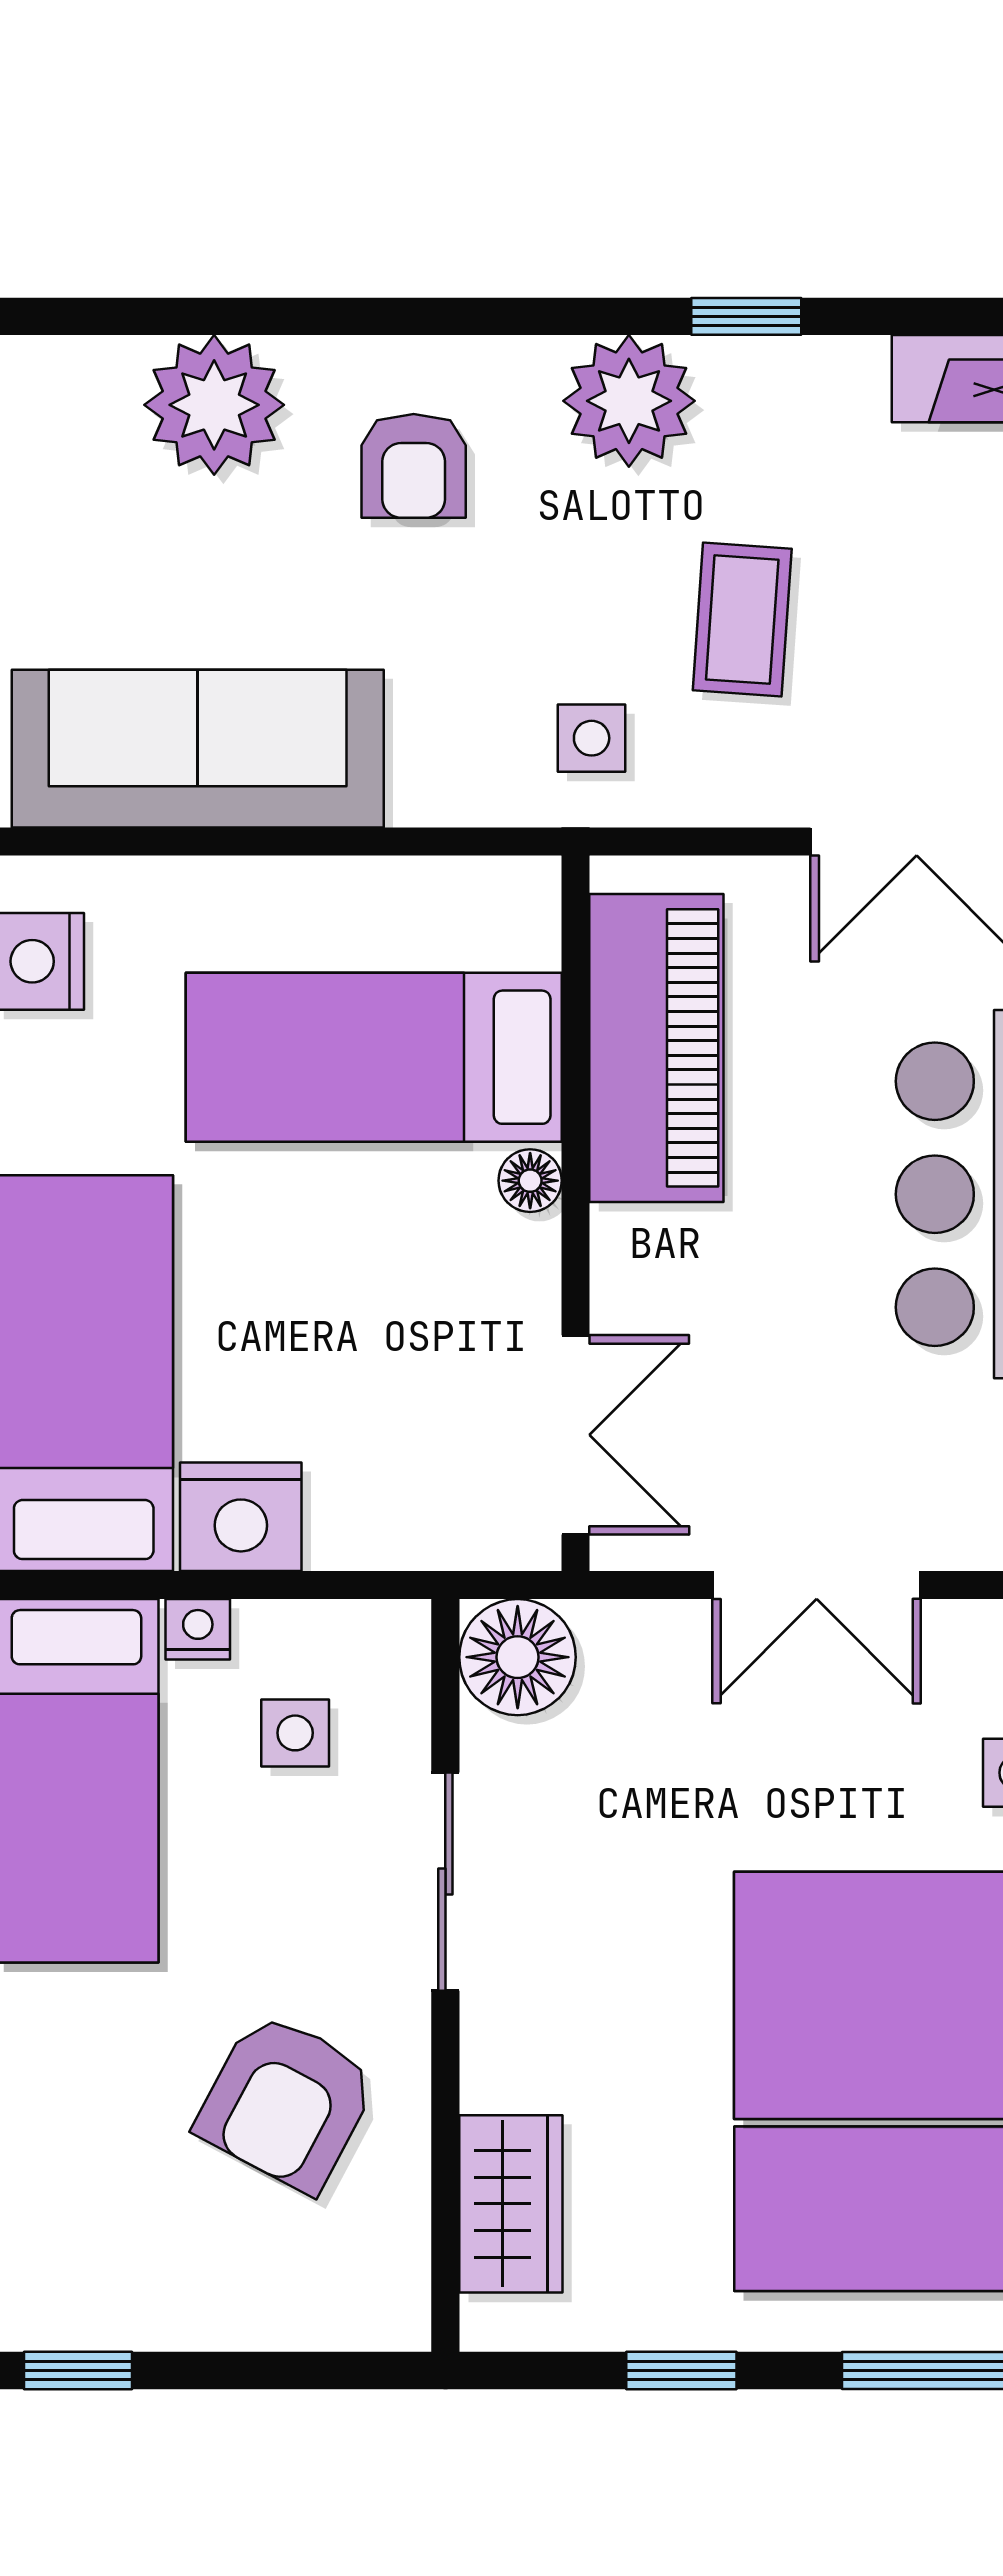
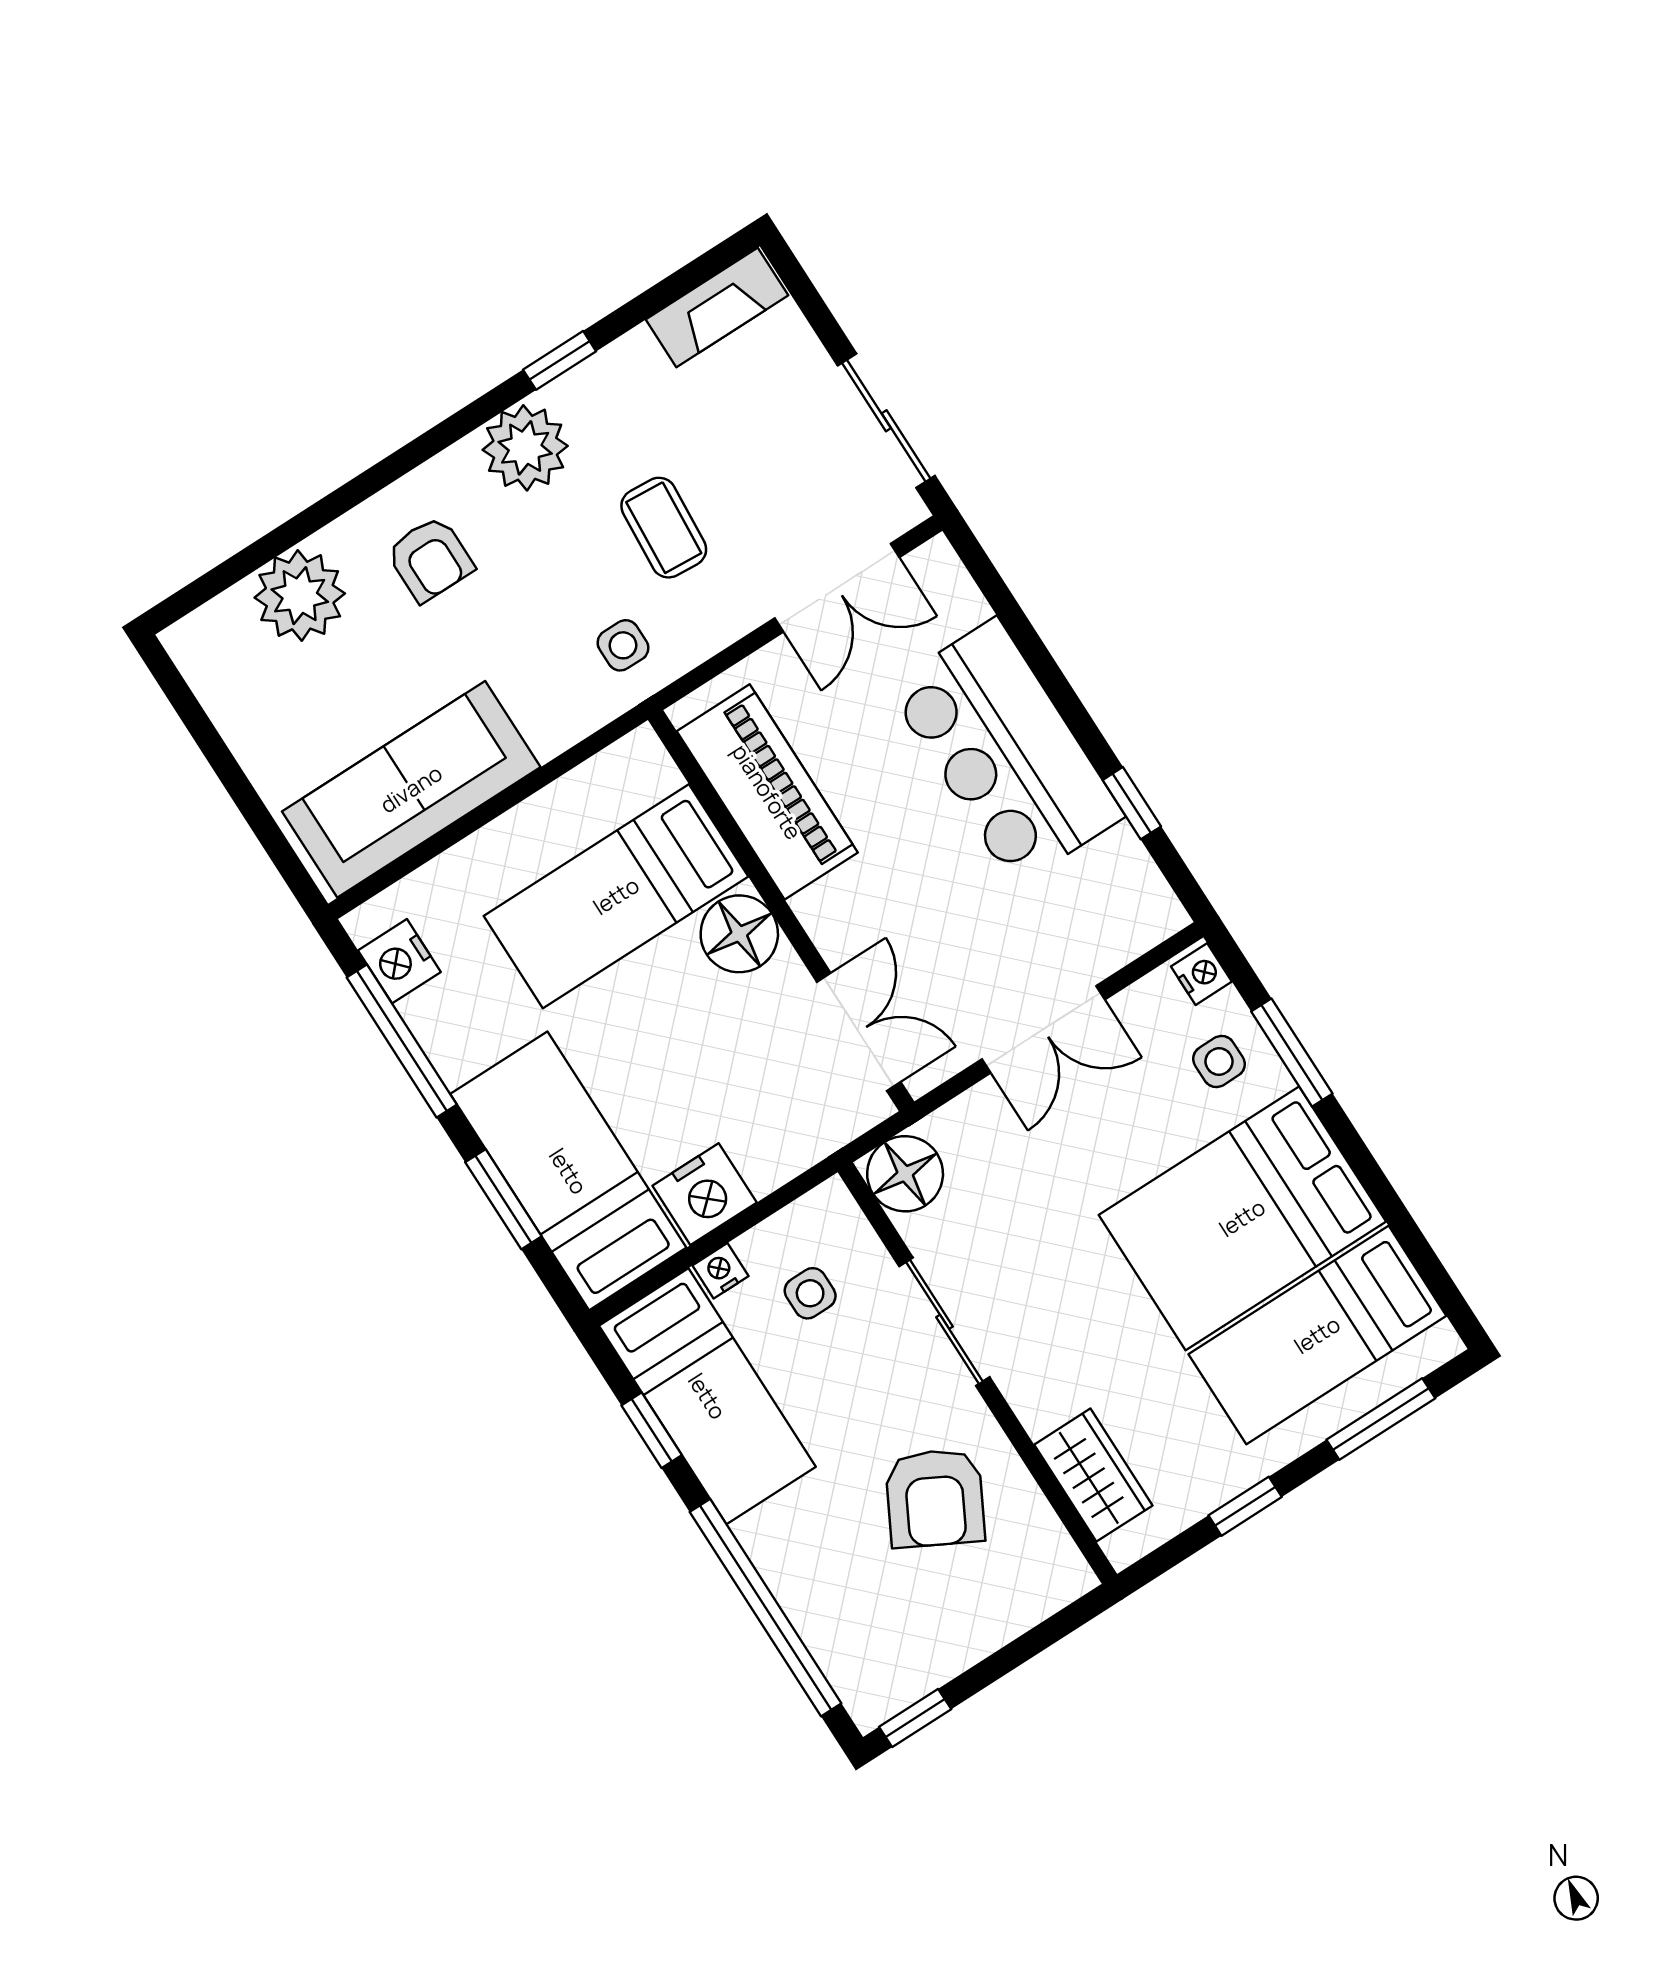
floor lamp: (530, 1181) -> (739, 934), width x1.89, depth x1.89

